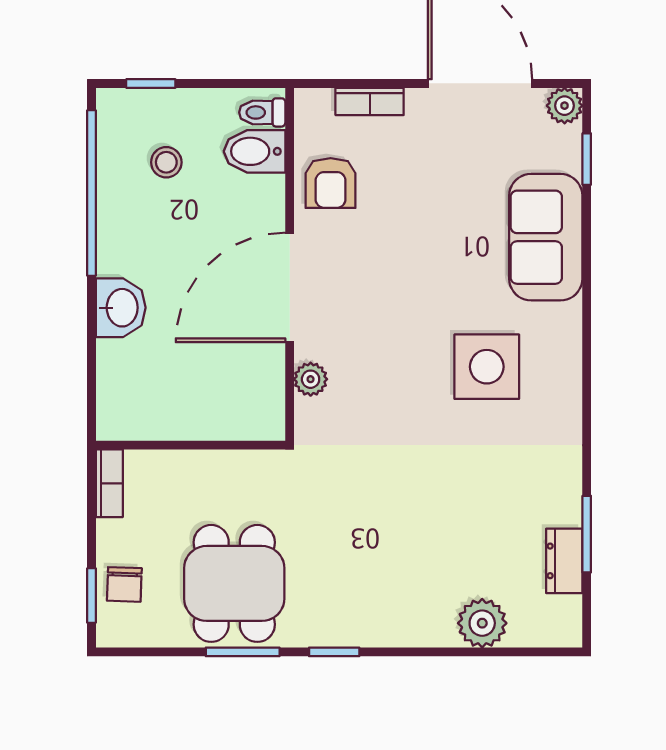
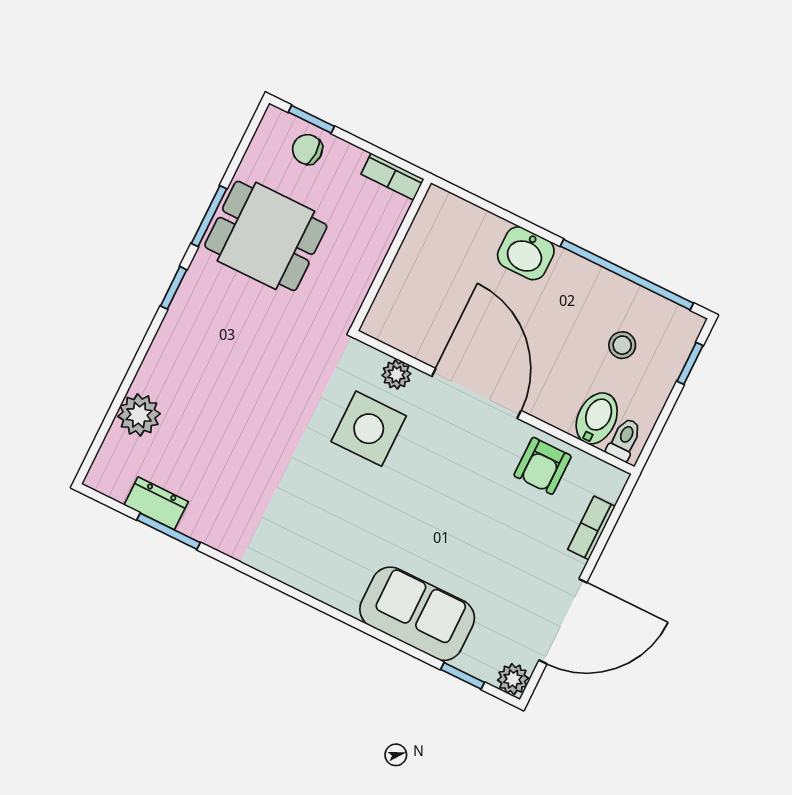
armchair: (331, 183) -> (543, 466), turned -90
side table: (487, 367) -> (369, 429), moved

